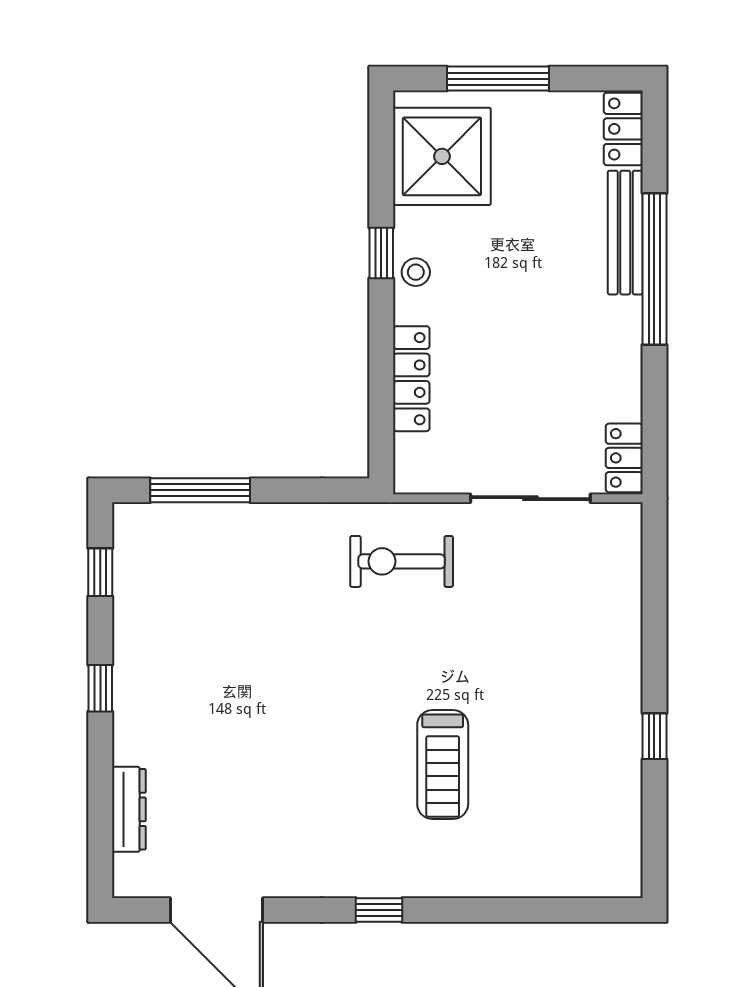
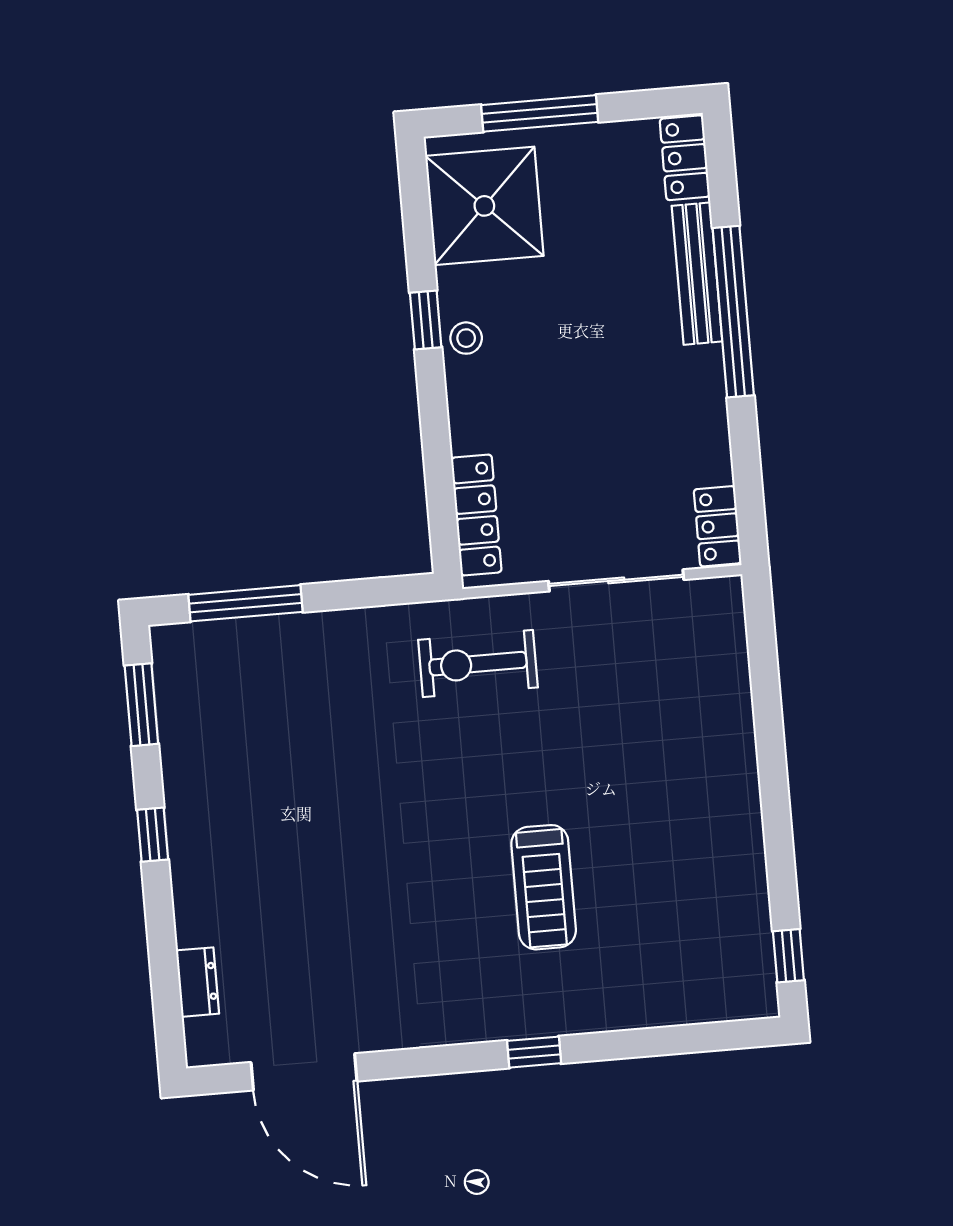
locker: (411, 379) -> (476, 515), moved
window: (100, 572) -> (141, 705), width x1.50
window: (654, 736) -> (788, 956), moved
dresser: (129, 809) -> (197, 982), width x0.70
window: (379, 910) -> (534, 1052), moved

